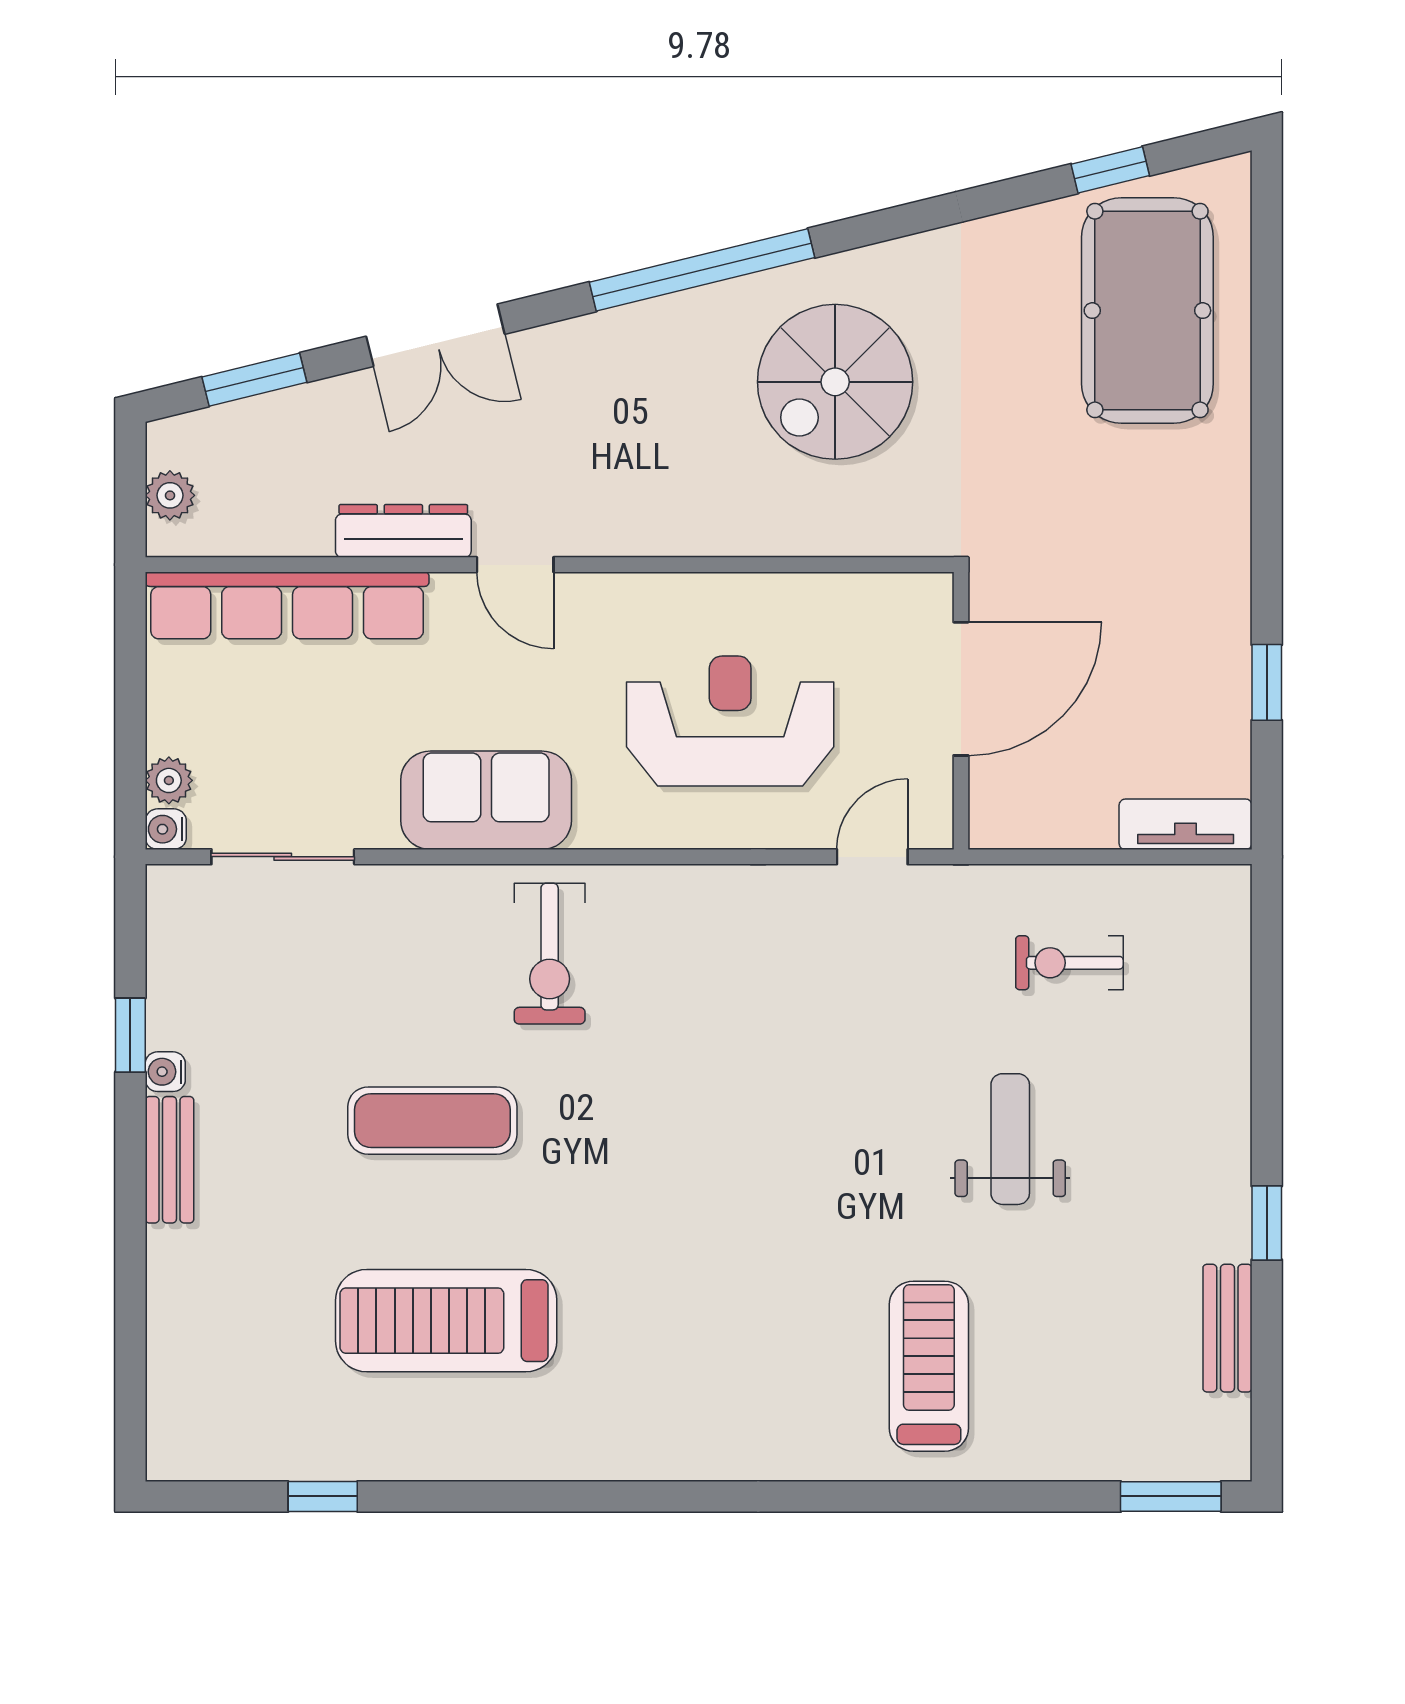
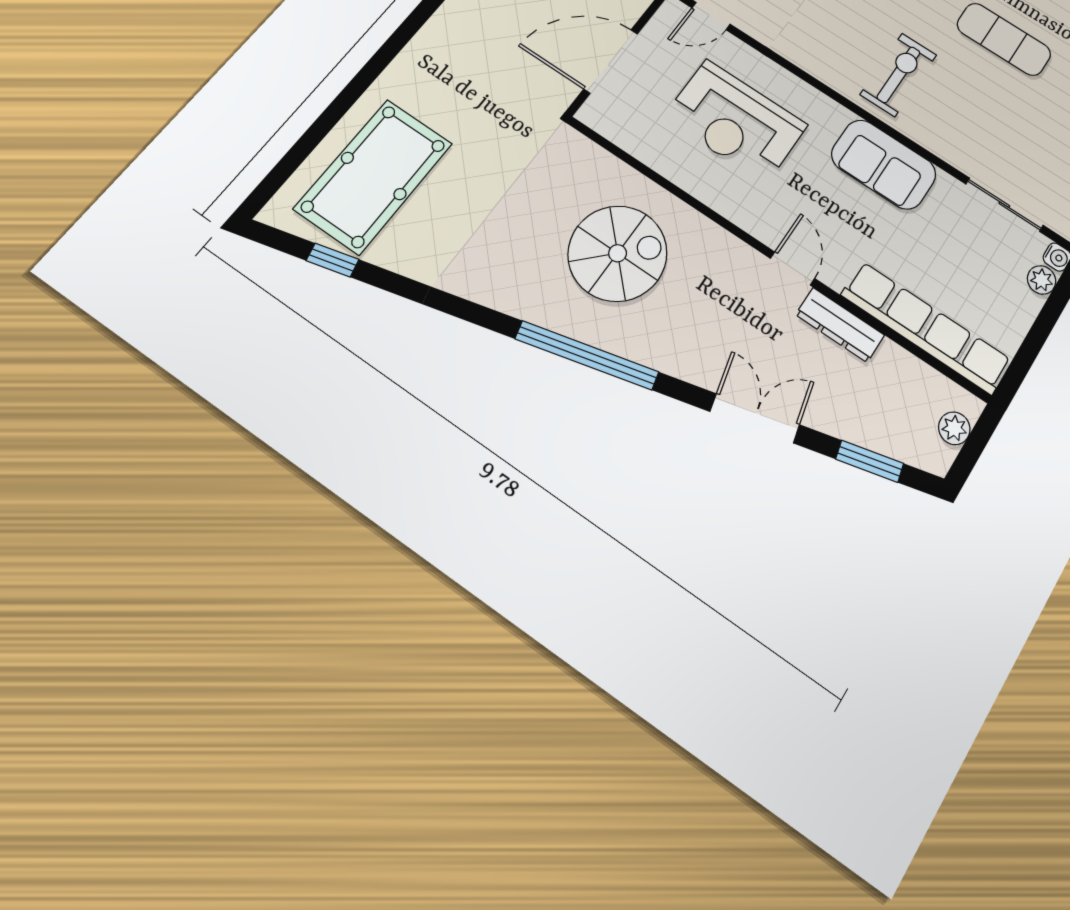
spiral stairs: (835, 382) -> (618, 253), moved

